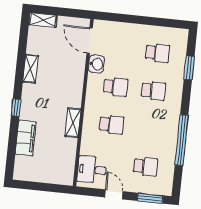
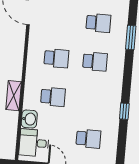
washbasin: (96, 64) -> (29, 119), moved
window: (181, 140) -> (124, 111), width x0.32

